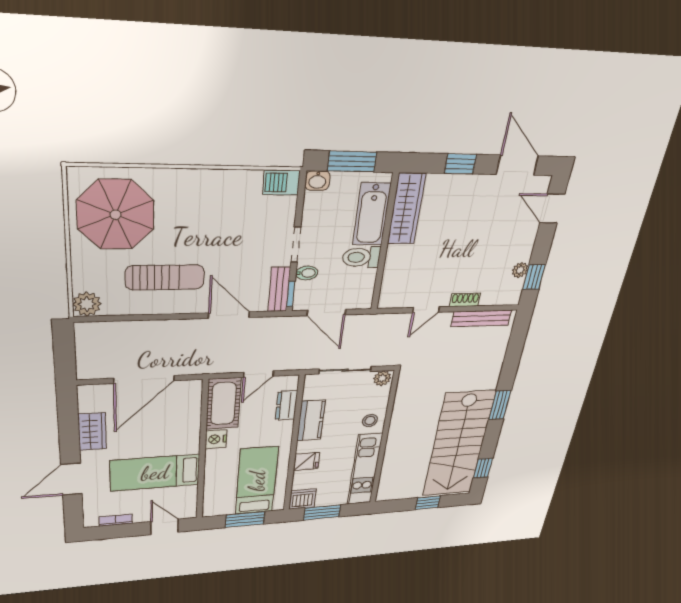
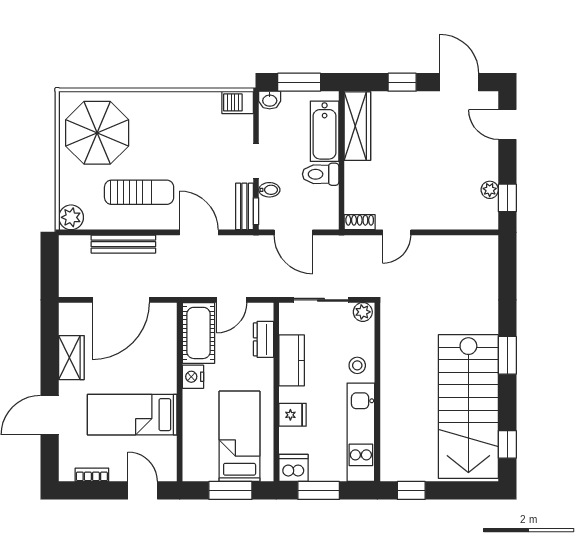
shoe rack: (465, 300) -> (360, 222), moved
bench: (481, 318) -> (123, 244), moved
window: (428, 503) -> (411, 490), moved

